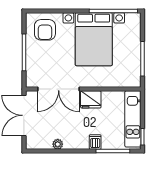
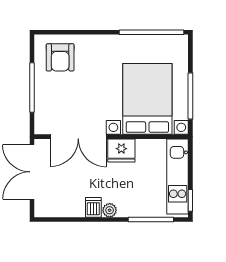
bed with nightstands: (94, 39) -> (147, 99), moved, turned 180
dishwasher: (95, 142) -> (93, 207), moved
plant: (58, 144) -> (110, 210), moved

